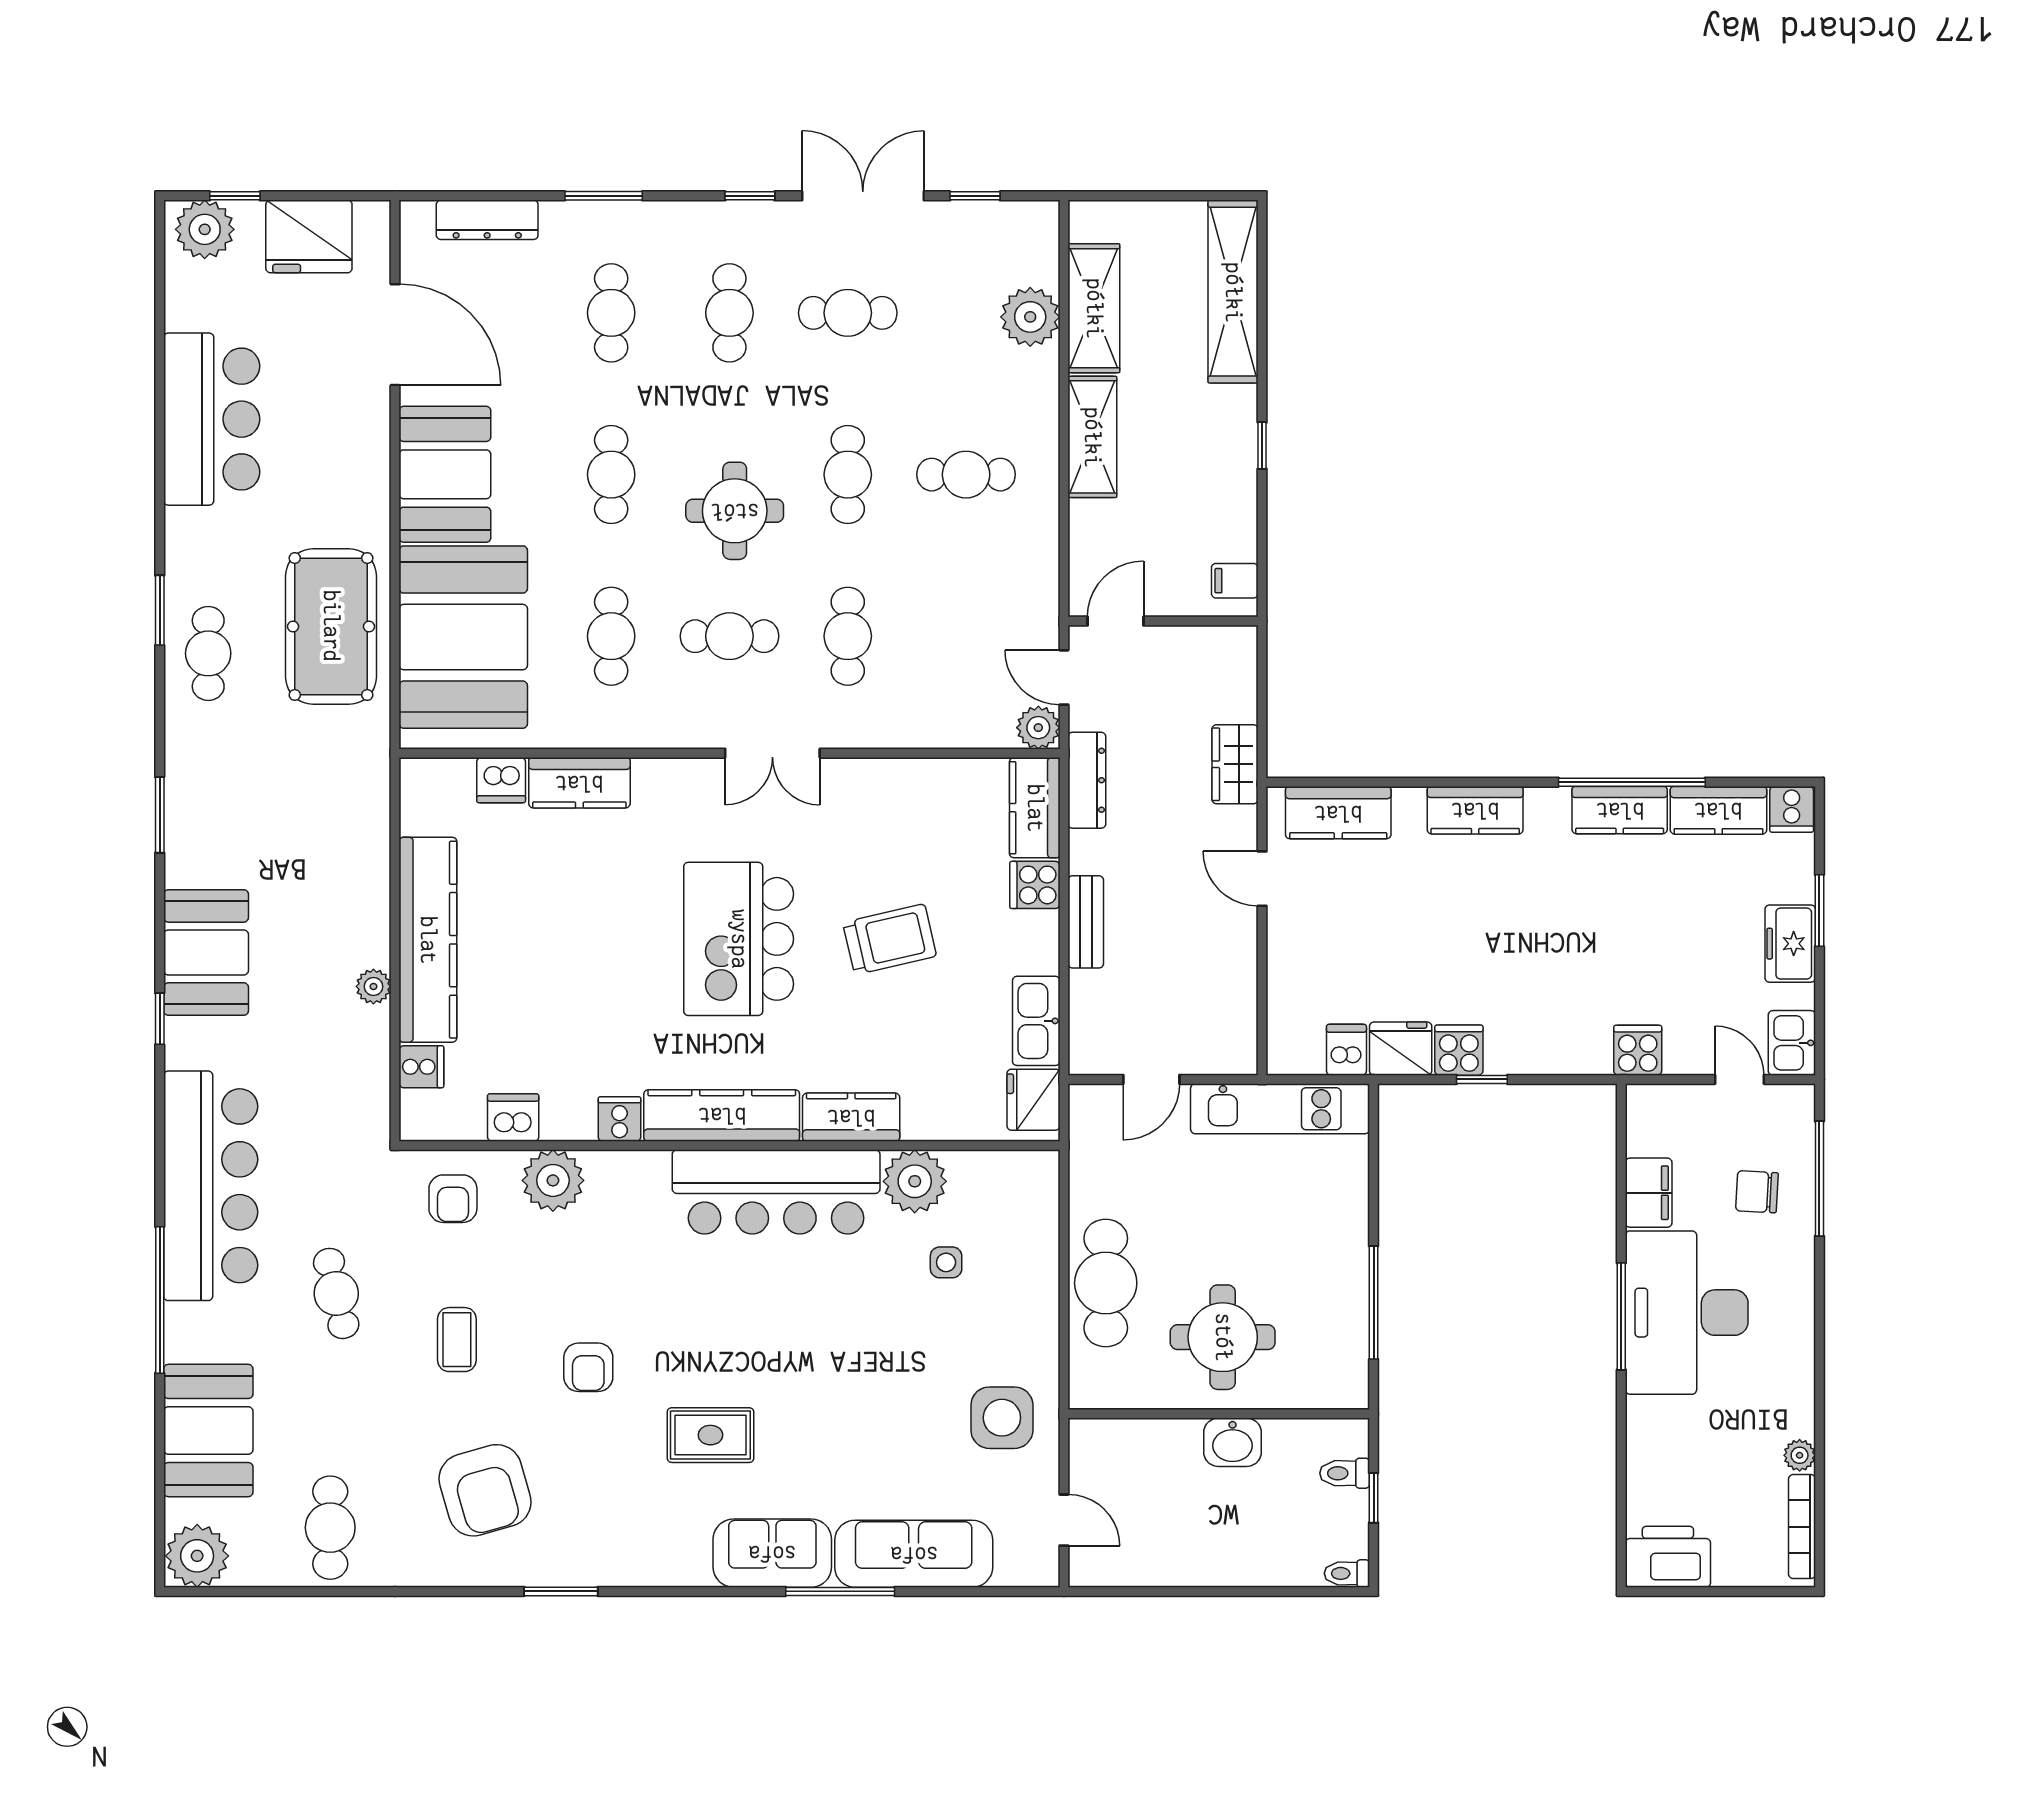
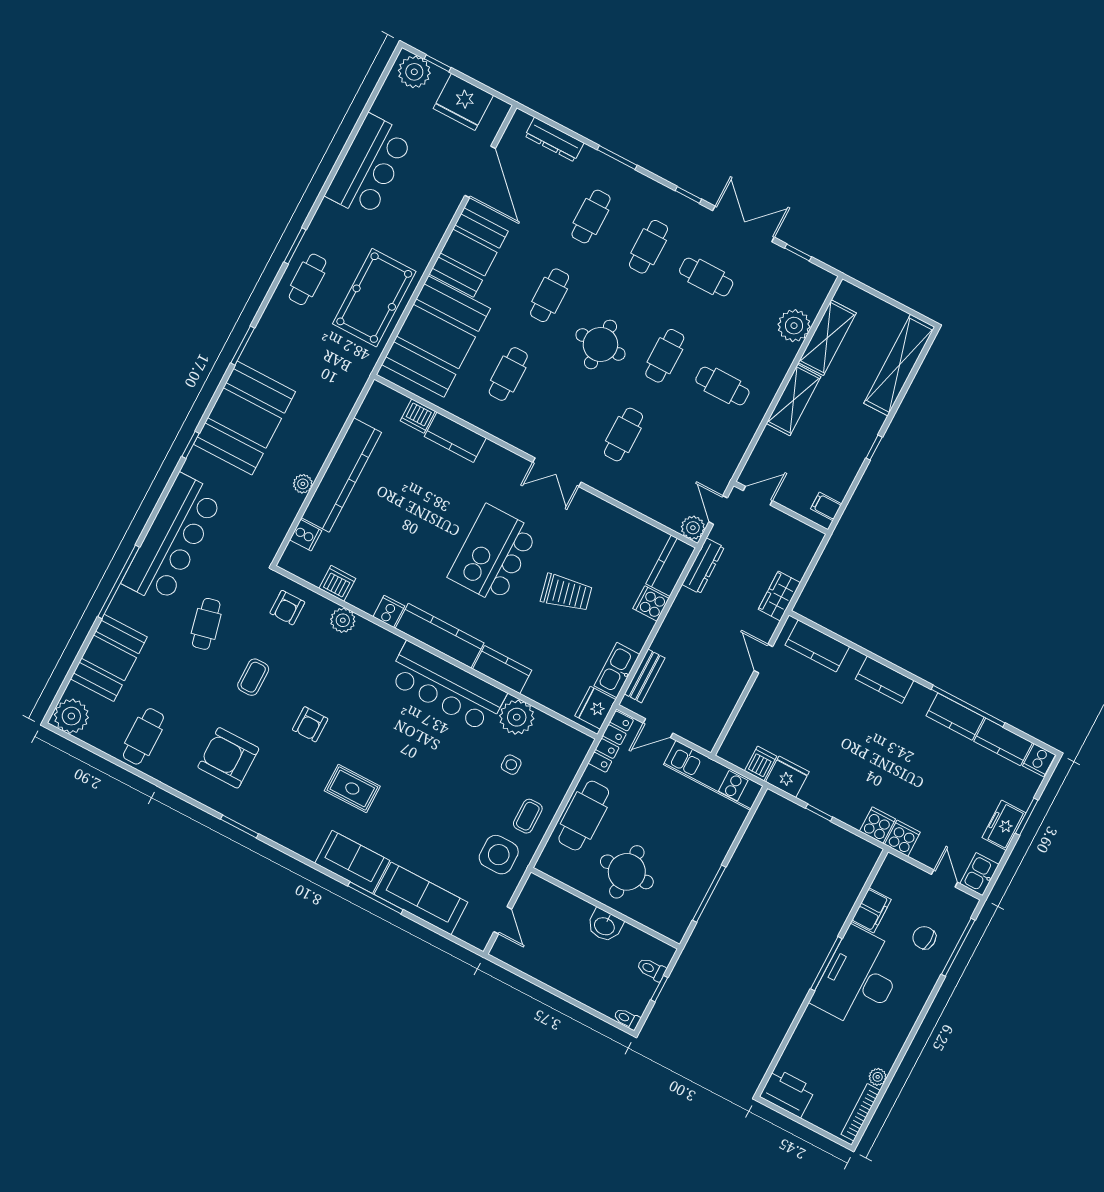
cafe table: (729, 636) -> (566, 404), removed
bench: (1086, 922) -> (645, 676), moved
booth: (206, 952) -> (245, 418), width x1.36, depth x1.42
cooker: (1459, 1050) -> (878, 825), moved
locker: (1087, 1141) -> (611, 742), added
plant: (553, 1180) -> (343, 620), width x0.73, depth x0.73
coffee table: (1016, 1331) -> (528, 816), added
armchair: (485, 1490) -> (228, 758), turned 106

